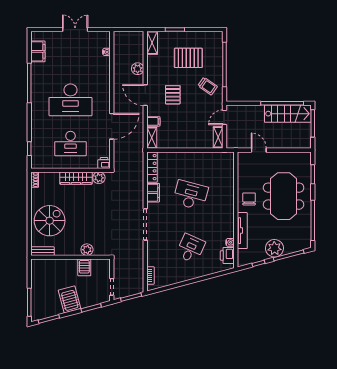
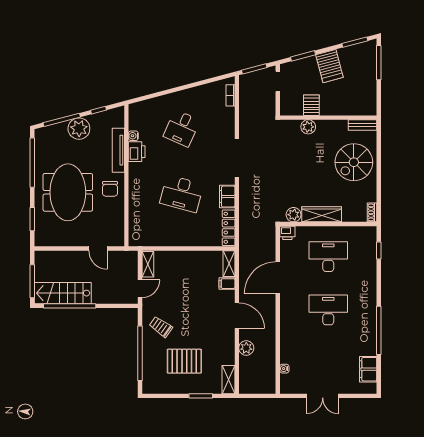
pallet: (173, 95) -> (203, 316), removed
desk: (70, 100) -> (328, 310), width x0.73, depth x0.77
printer: (227, 255) -> (137, 152), moved

